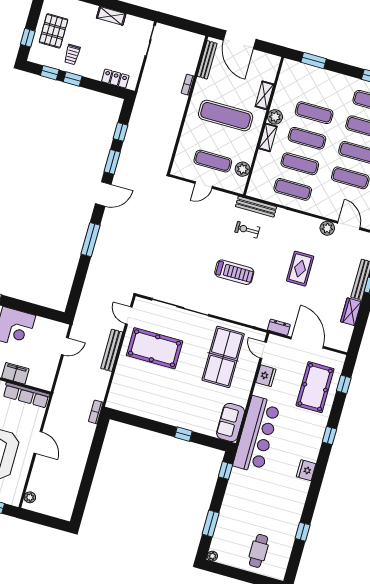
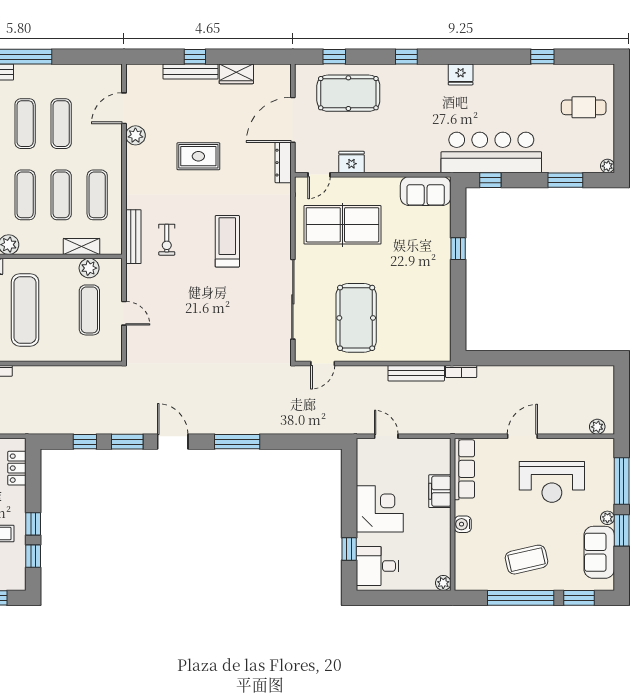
shelving: (268, 137) -> (82, 246), moved
dresser: (279, 327) -> (283, 163), width x1.44
bench: (112, 350) -> (416, 373), moved
bar counter: (257, 435) -> (491, 152), moved

